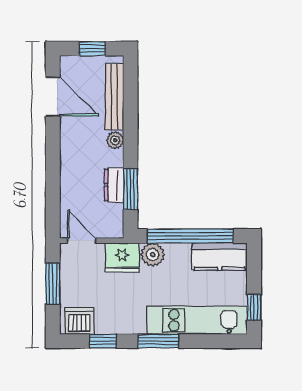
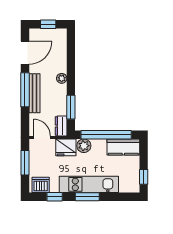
door: (53, 97) -> (25, 53), hinge flipped
bench: (114, 97) -> (34, 93), moved
window: (53, 160) -> (25, 90), added
dresser: (114, 185) -> (61, 126), moved
kitchen unit: (197, 320) -> (89, 184), moved

